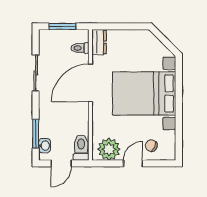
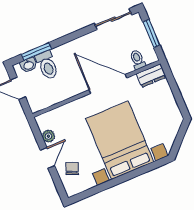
sliding door: (36, 73) -> (113, 19), moved
toilet: (81, 148) -> (47, 65), moved, turned 90
plant: (109, 149) -> (48, 136), width x0.53, depth x0.53
door: (133, 163) -> (47, 158), hinge flipped

